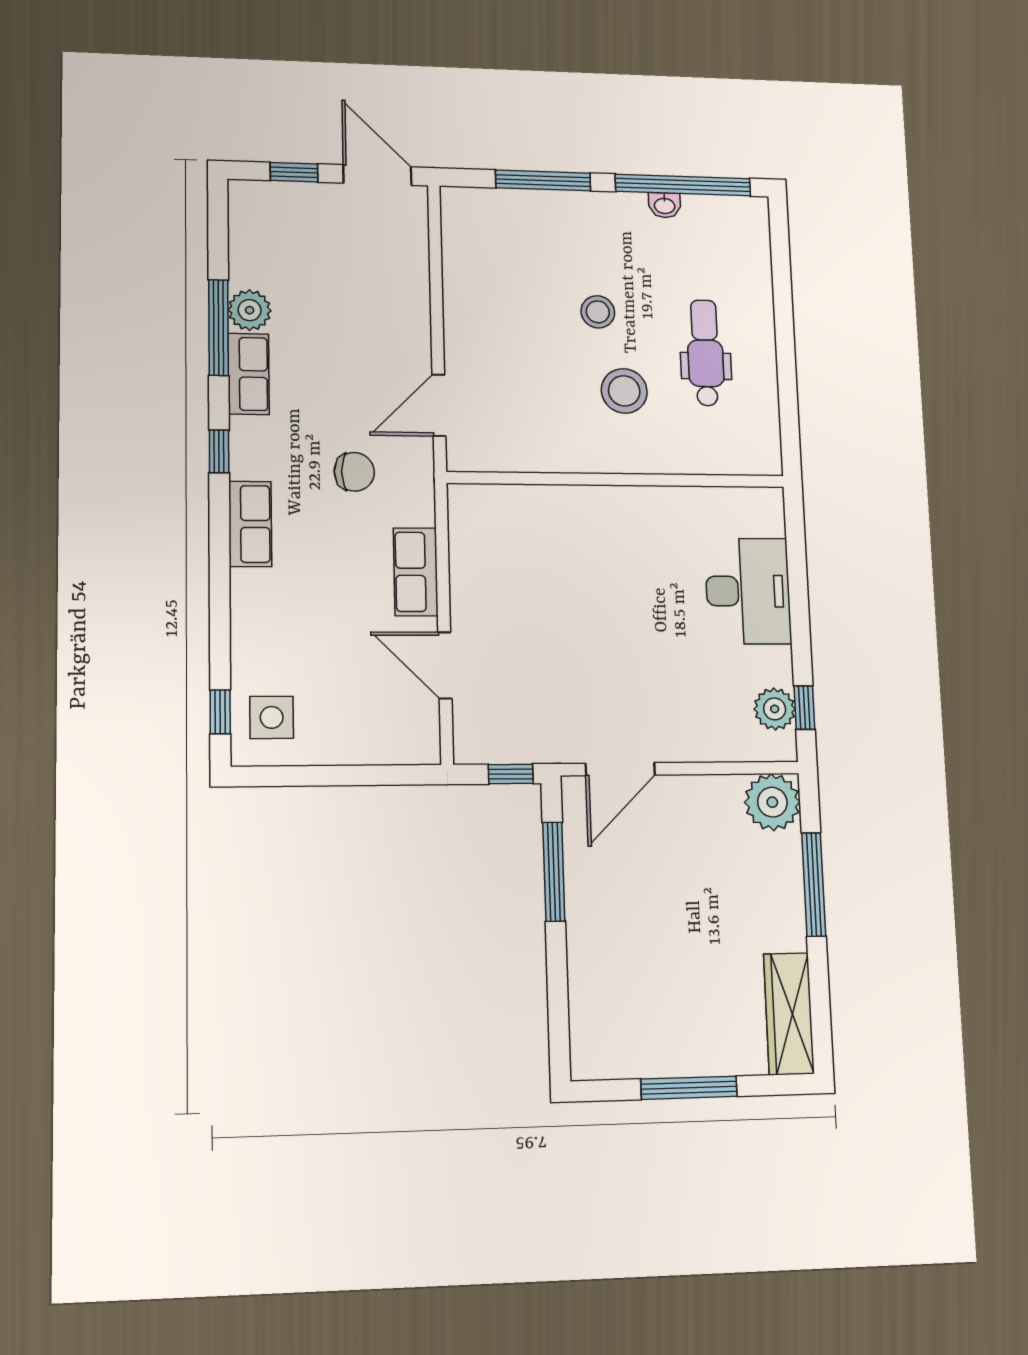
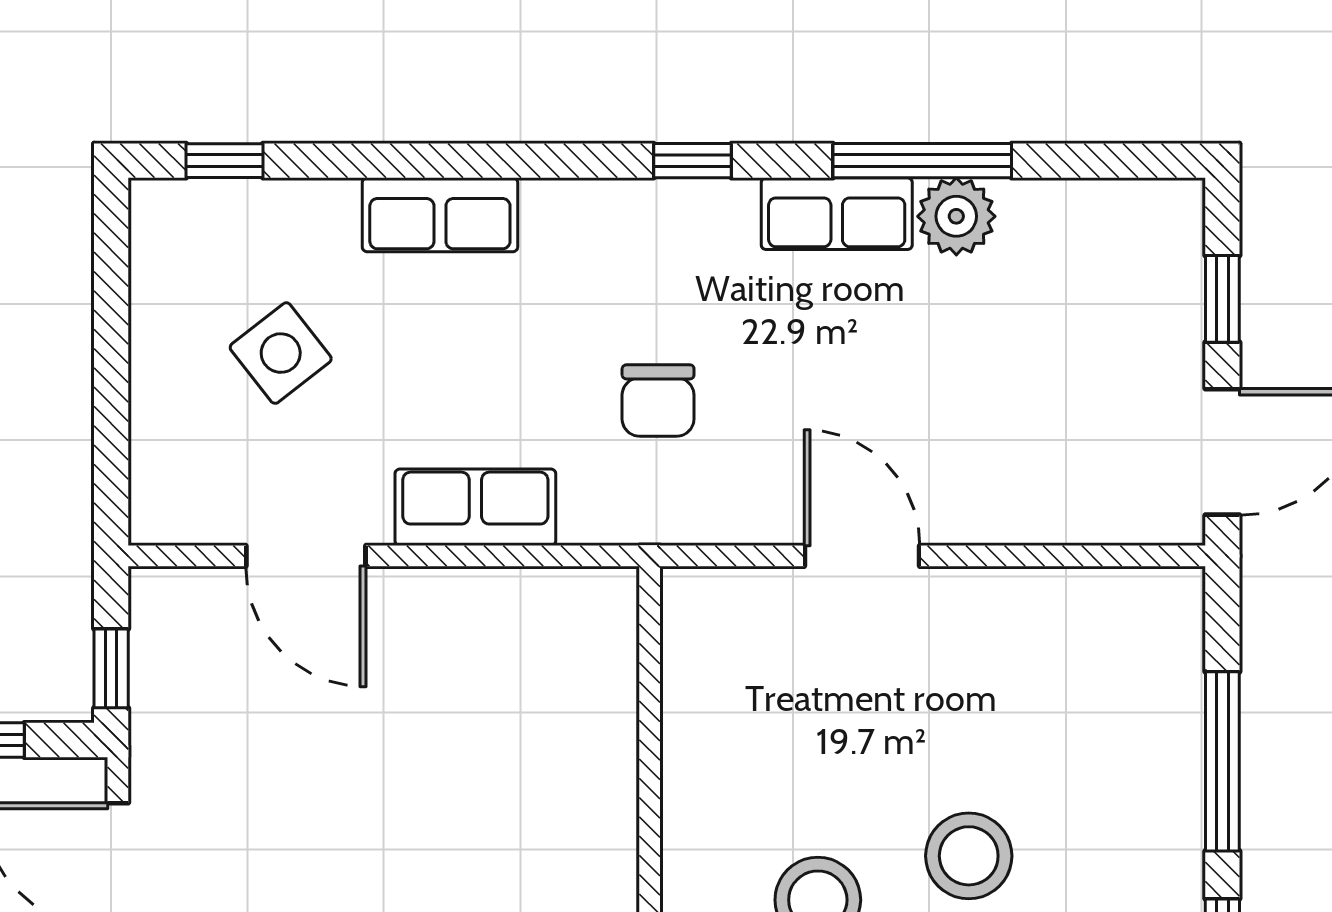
stool: (598, 312) -> (969, 856), width x1.38, depth x1.38
door: (439, 405) -> (862, 556), moved
row of seats: (250, 524) -> (440, 215), moved
door: (445, 665) -> (306, 556), swing flipped
side table: (272, 717) -> (281, 353), moved, turned -38

